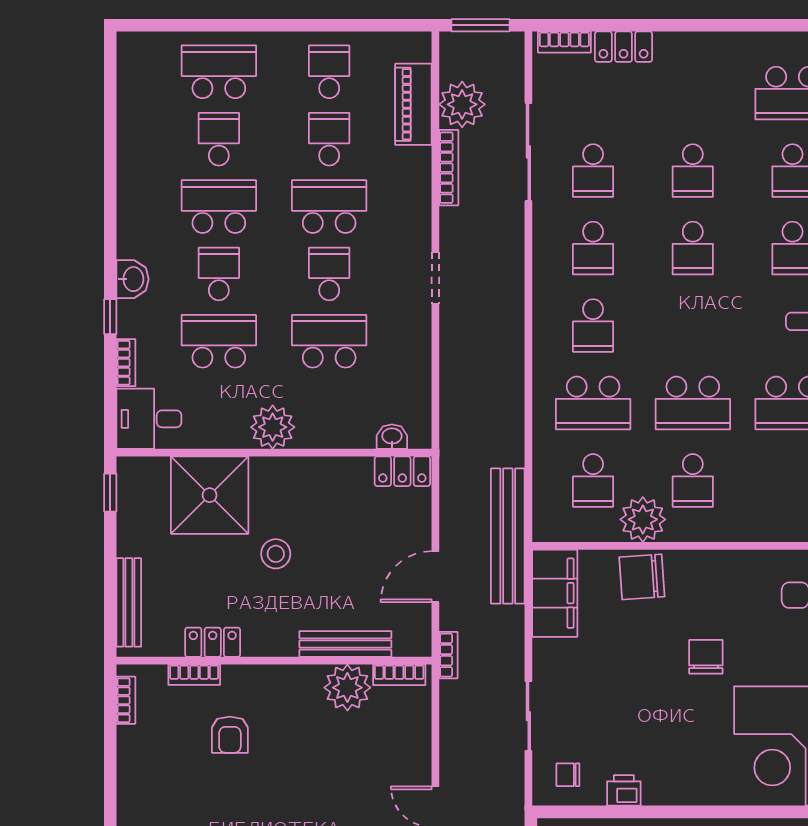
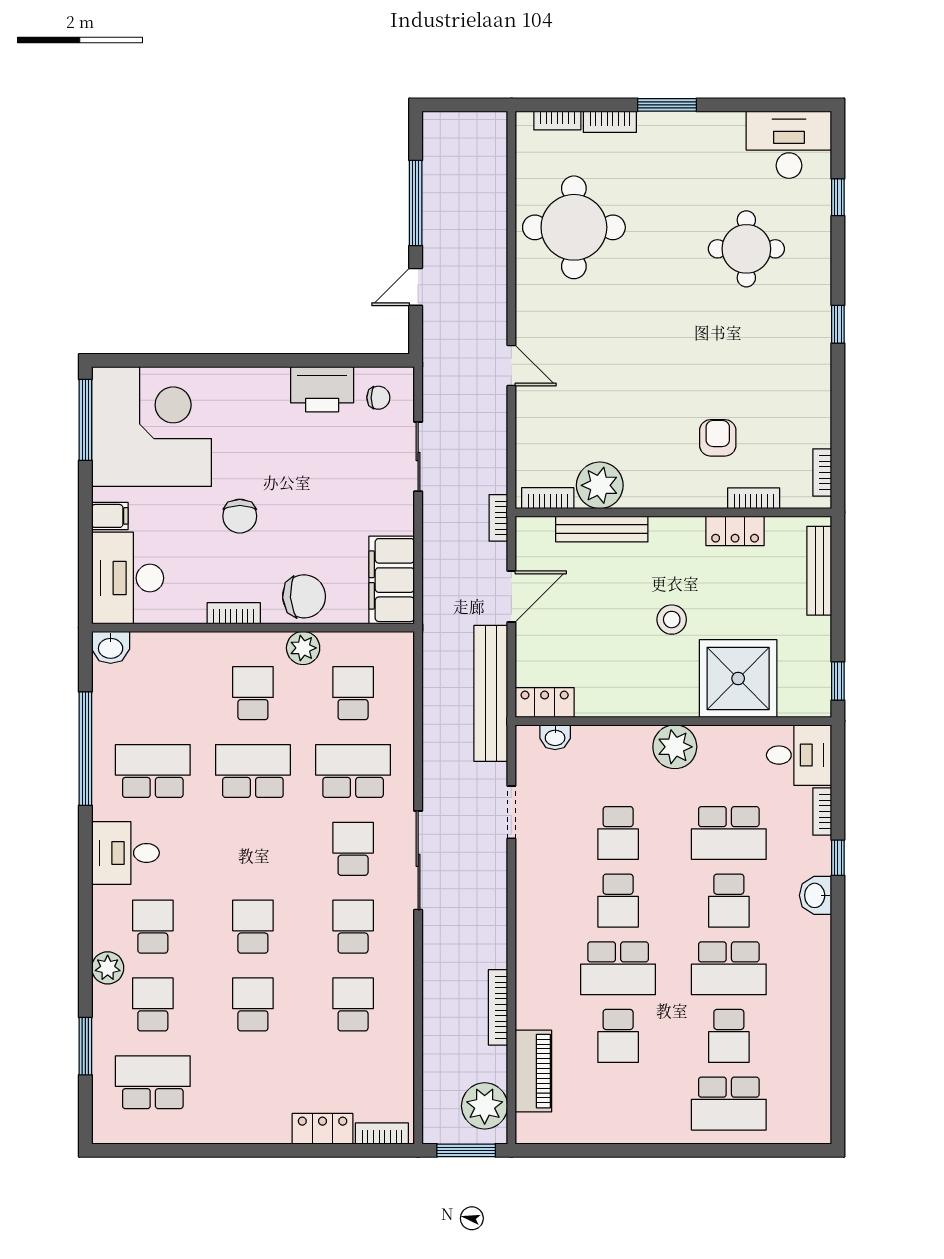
school desk: (329, 72) -> (618, 1104), removed
plant: (462, 104) -> (485, 1106), moved
sliding door: (528, 152) -> (418, 860), moved
doorway: (435, 278) -> (511, 812), moved
school desk: (329, 341) -> (618, 833), width x0.54
plant: (643, 519) -> (303, 648), width x0.73, depth x0.73
bench: (508, 536) -> (491, 693), moved
bookcase: (712, 560) -> (234, 613), added
printer: (624, 790) -> (322, 389), width x1.87, depth x1.48

